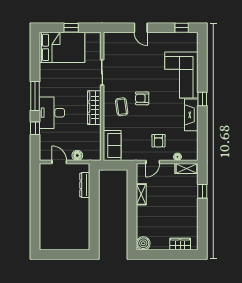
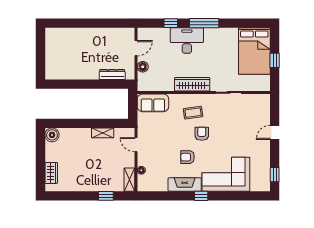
armchair: (158, 141) -> (188, 157), moved

